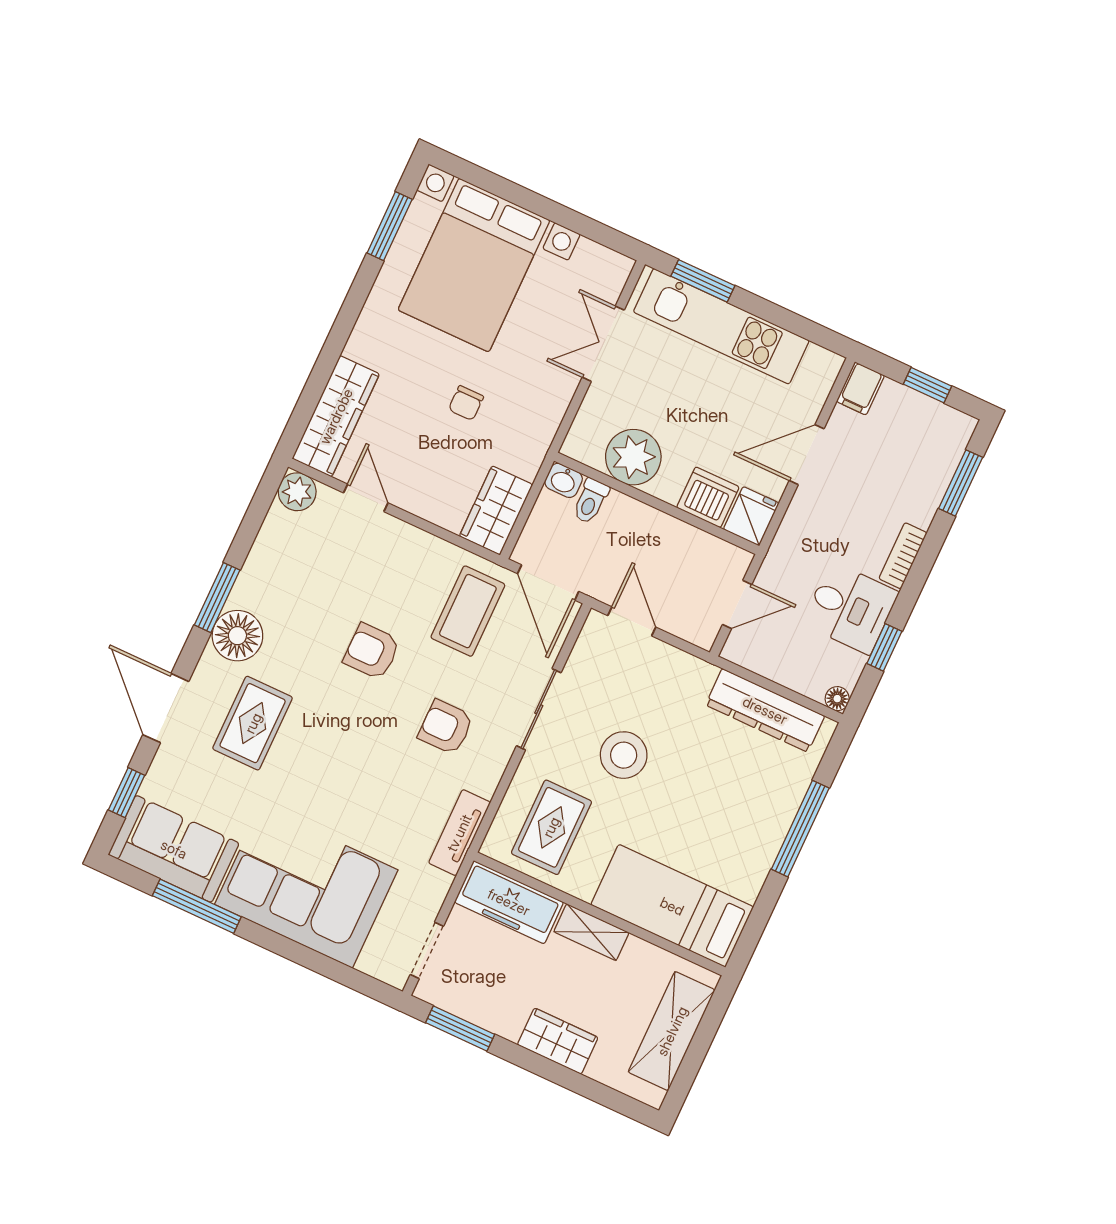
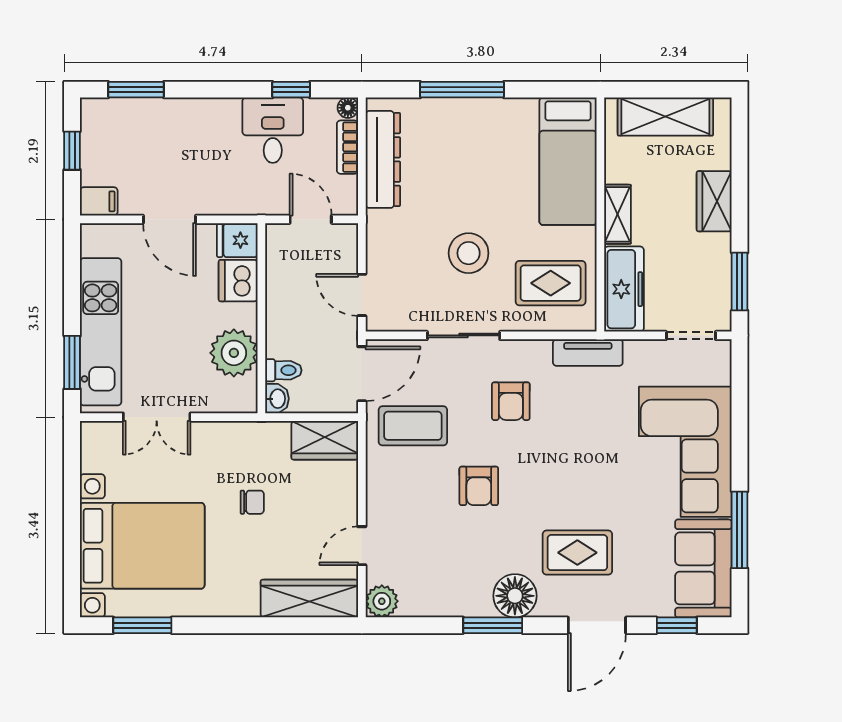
bookcase: (903, 556) -> (347, 147), moved, turned 90
door: (632, 621) -> (362, 295), hinge flipped

